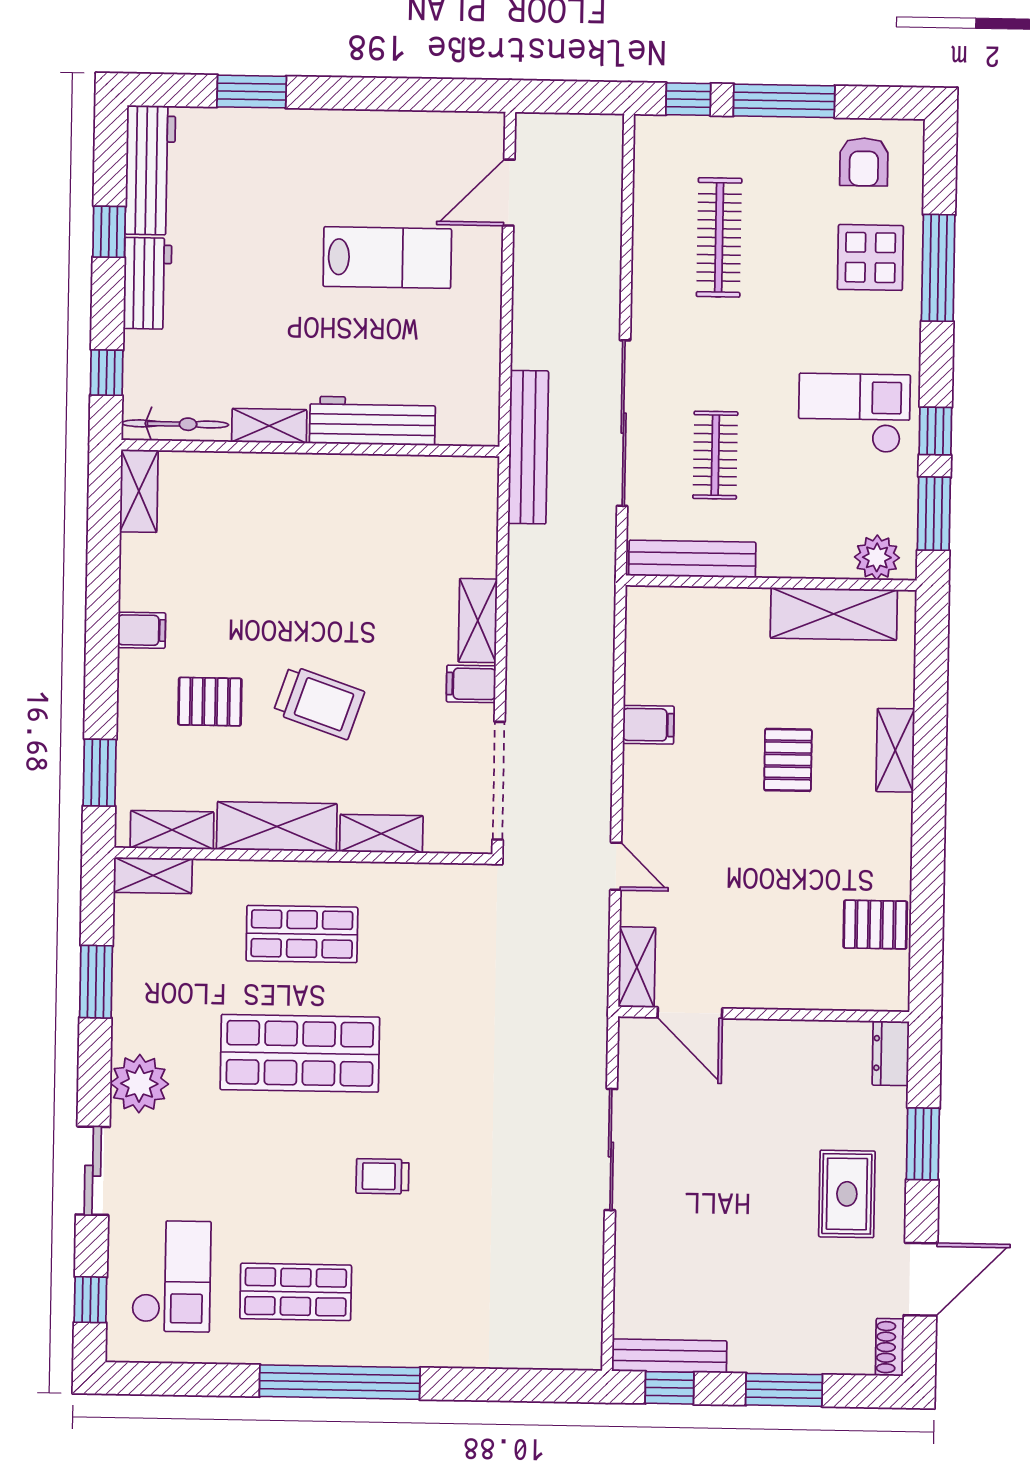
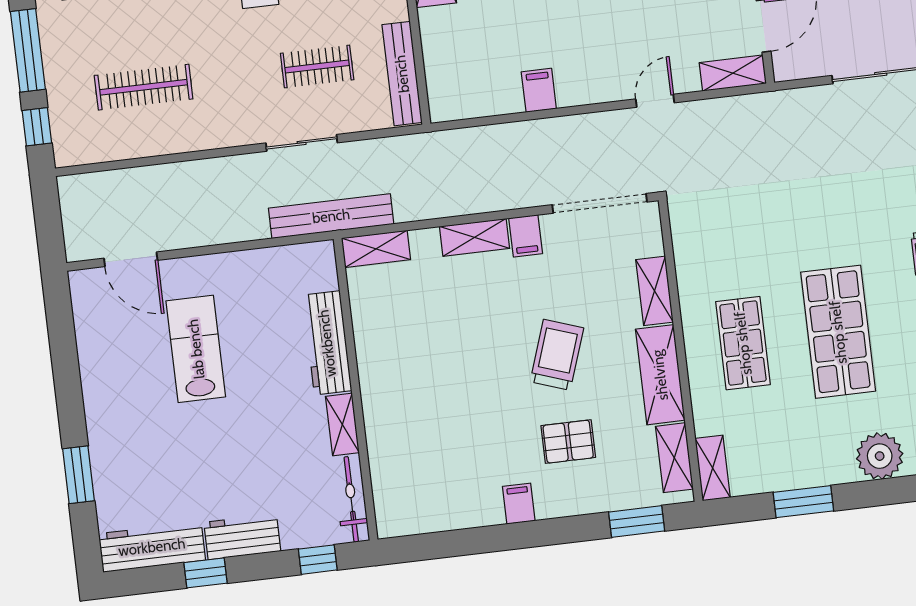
sliding door: (624, 423) -> (302, 143), width x0.54
shelving: (139, 491) -> (376, 249), moved
pallet: (210, 702) -> (568, 442), turned 90

